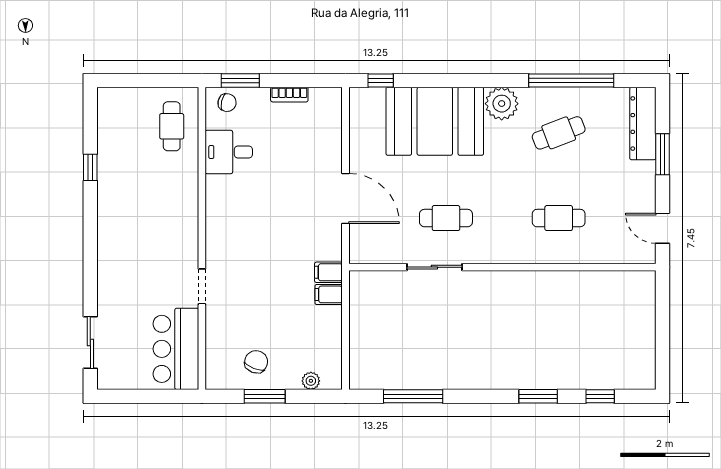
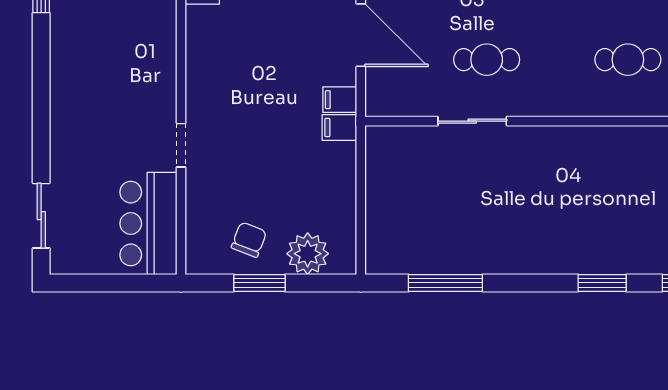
filing cabinet: (329, 294) -> (340, 100), moved
plant: (311, 381) -> (308, 254), width x1.87, depth x1.87

